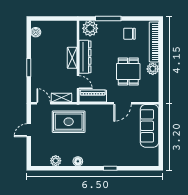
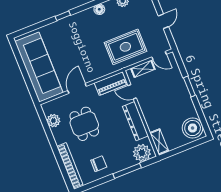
boiler: (36, 32) -> (193, 128), width x1.86, depth x1.86
shelving: (72, 58) -> (159, 142), moved
plant: (153, 69) -> (53, 121), moved
sofa: (149, 126) -> (39, 67), width x1.36, depth x1.27

